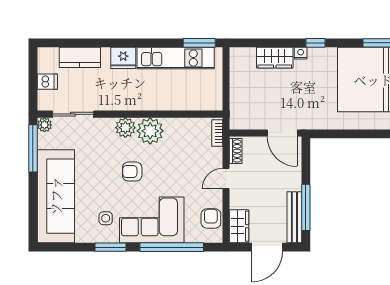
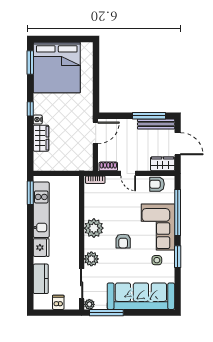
plant: (125, 128) -> (91, 259), moved

